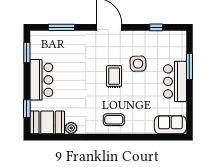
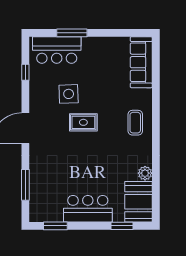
bar counter: (175, 81) -> (57, 50), moved
sofa: (170, 125) -> (141, 62), width x1.36

